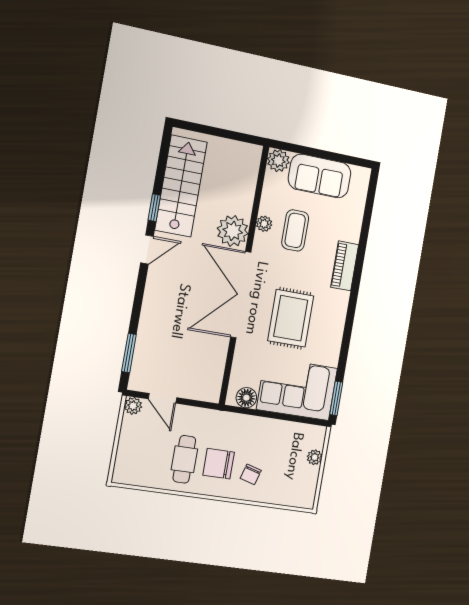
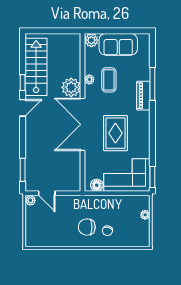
window: (362, 250) -> (152, 84), added
cafe table: (184, 459) -> (66, 227), removed

